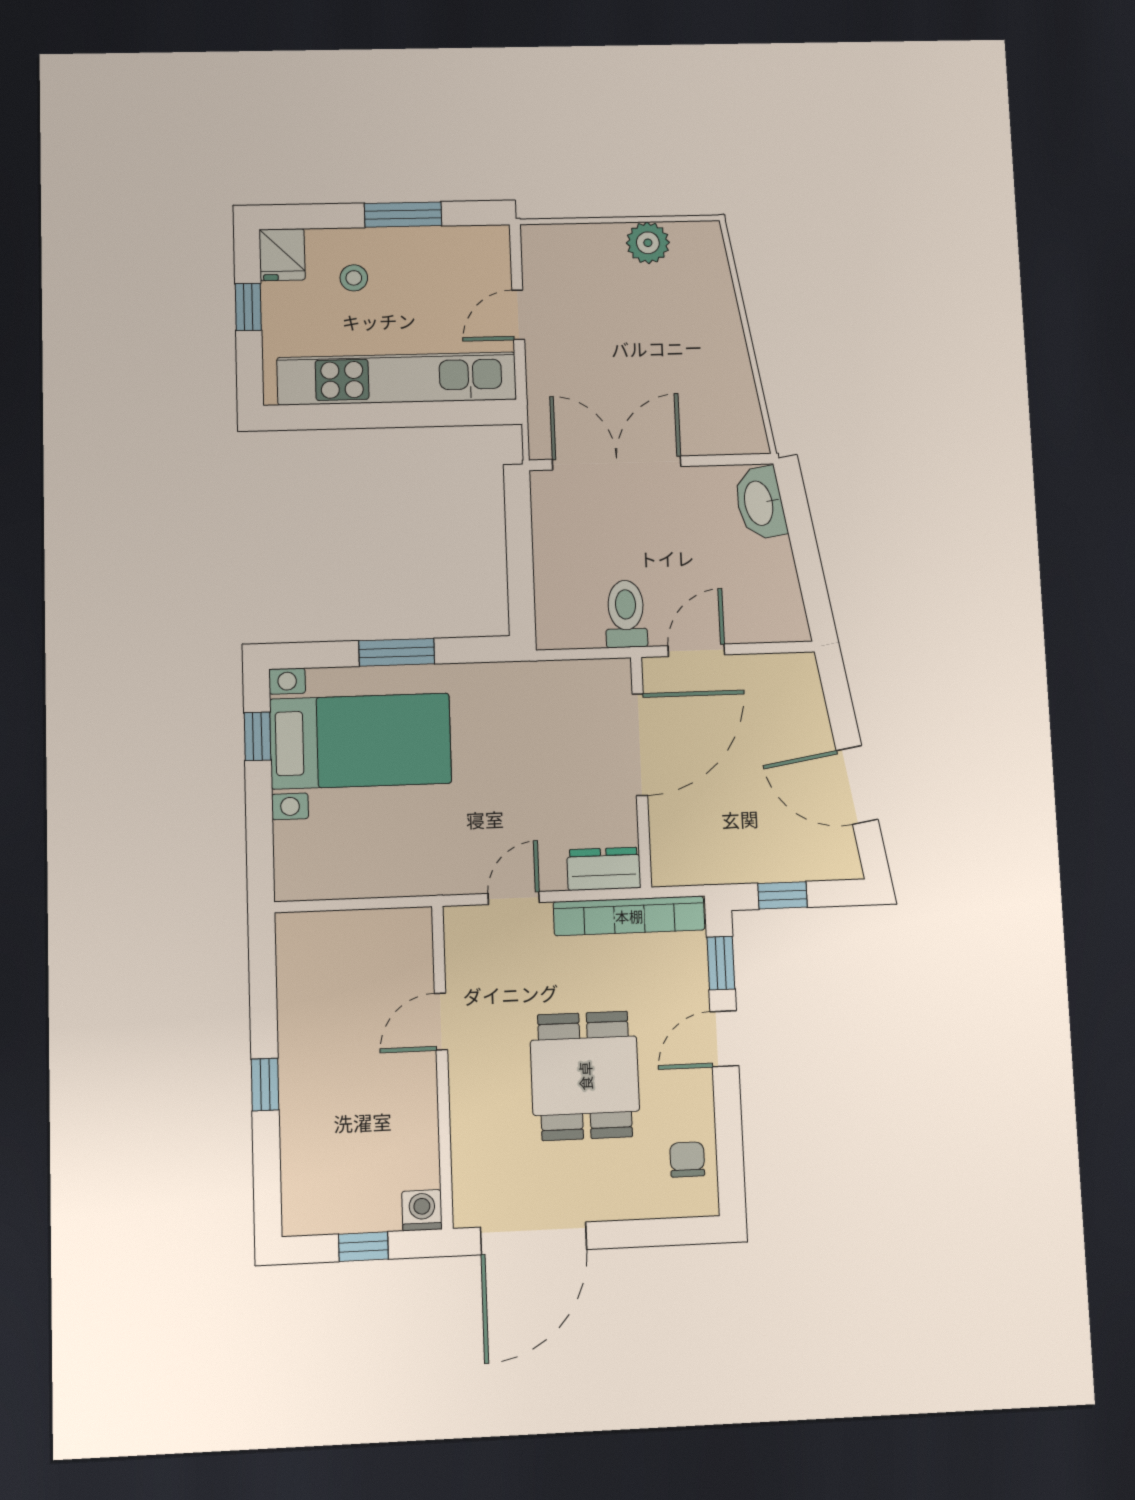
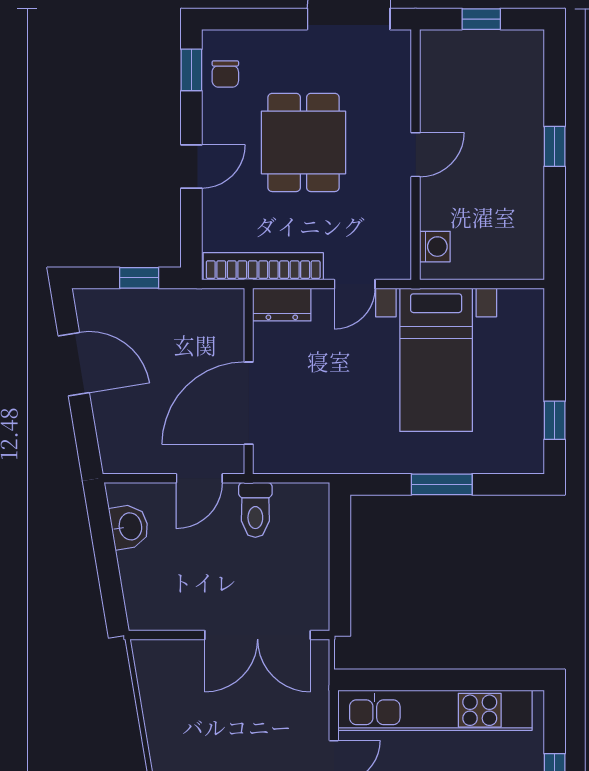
washbasin: (760, 503) -> (129, 527), moved, width x0.72
bed with nightstands: (361, 741) -> (436, 360), moved, turned -90
window: (721, 963) -> (191, 70), moved
door: (441, 1022) -> (416, 155), moved
washing machine: (422, 1210) -> (435, 247), moved, turned -90

